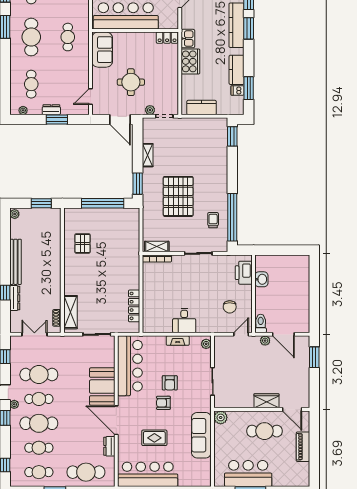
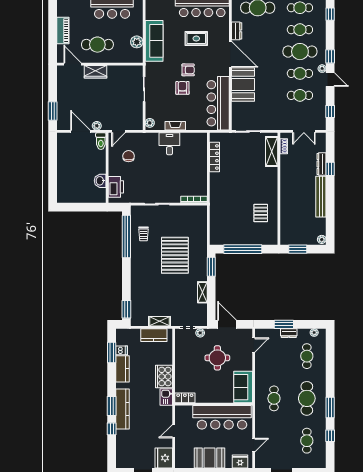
shelving: (157, 247) -> (159, 321), moved
cafe table: (39, 375) -> (300, 95), width x0.73, depth x0.74
plant: (221, 417) -> (137, 42), moved

